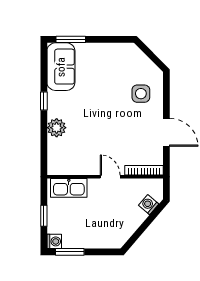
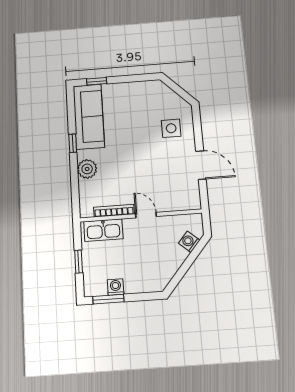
window: (71, 39) -> (97, 81), width x0.67
sofa: (61, 67) -> (89, 117), width x1.36
bookcase: (144, 170) -> (114, 211), moved
washing machine: (54, 241) -> (116, 287), moved, turned -90

